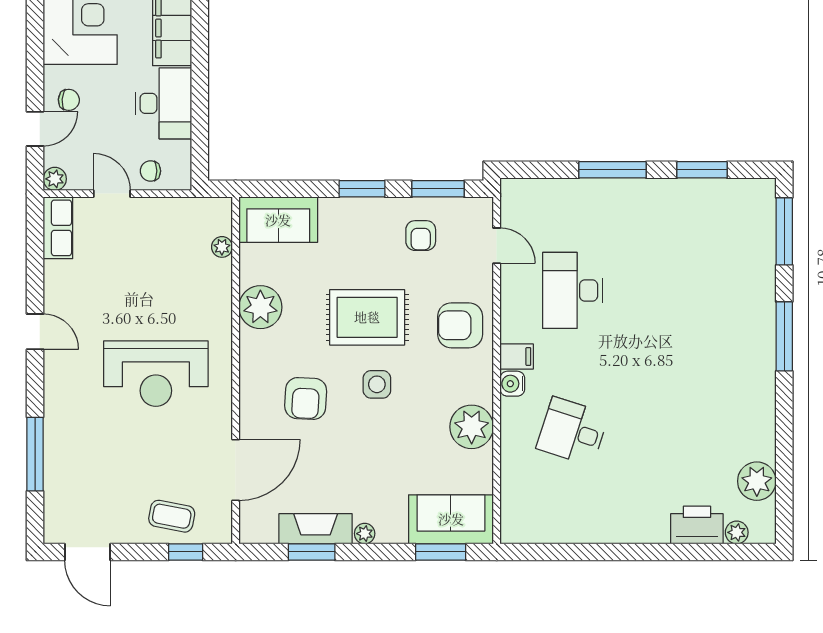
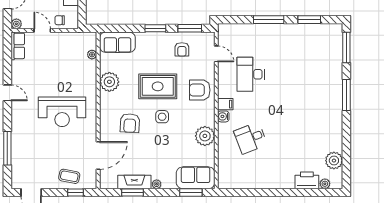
desk: (572, 431) -> (251, 138), turned -39

